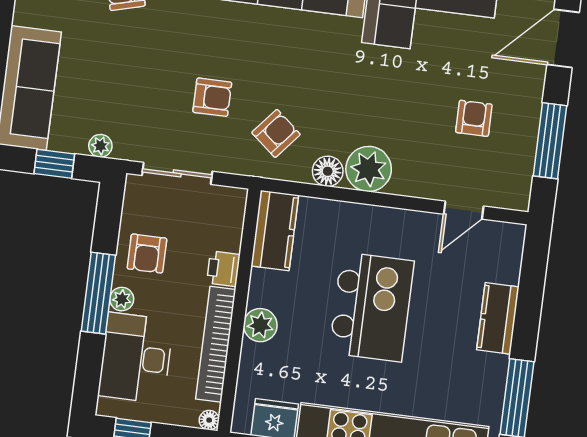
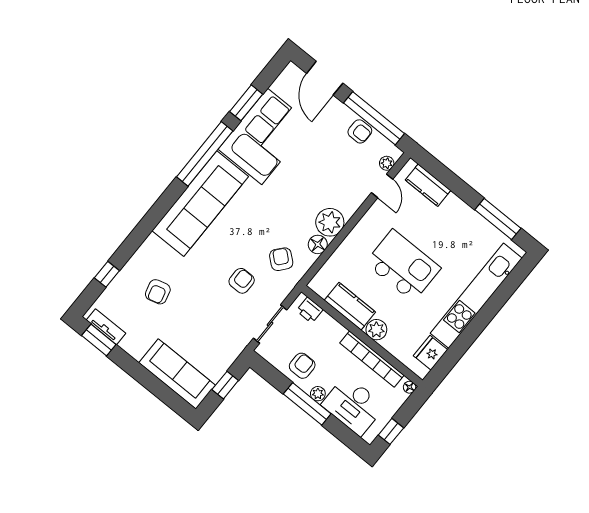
armchair: (474, 118) -> (360, 131), moved, turned 180
window: (550, 141) -> (374, 118), width x1.46
plant: (100, 146) -> (387, 163), moved
kitchen counter: (275, 231) -> (350, 306), moved
armchair: (147, 254) -> (302, 366), turned -90
printer: (223, 269) -> (310, 310), moved
kitchen counter: (498, 318) -> (428, 185), moved

